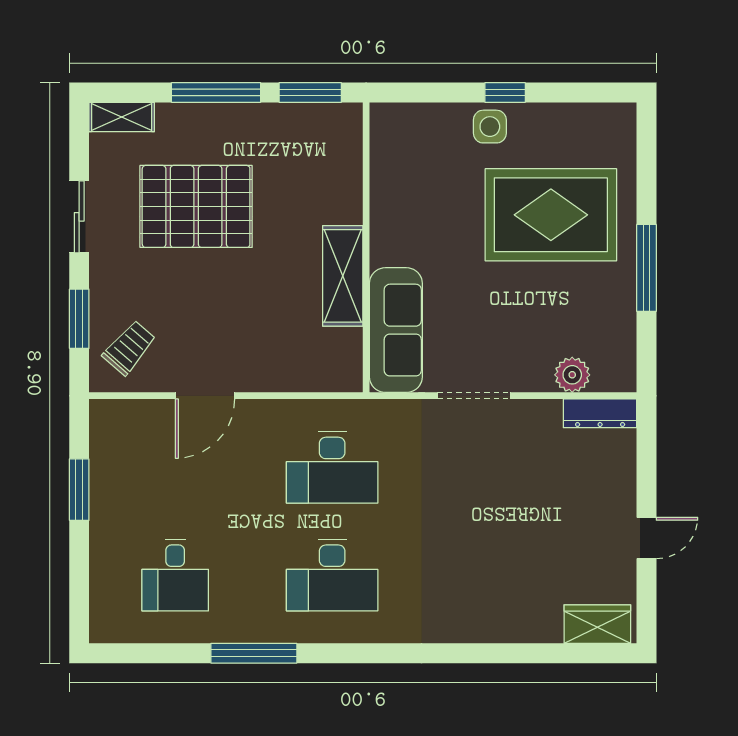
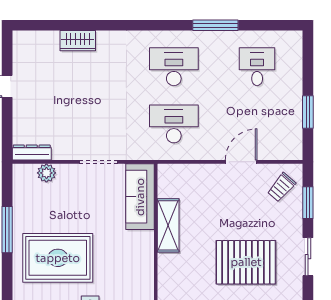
wardrobe: (597, 624) -> (78, 41), moved

